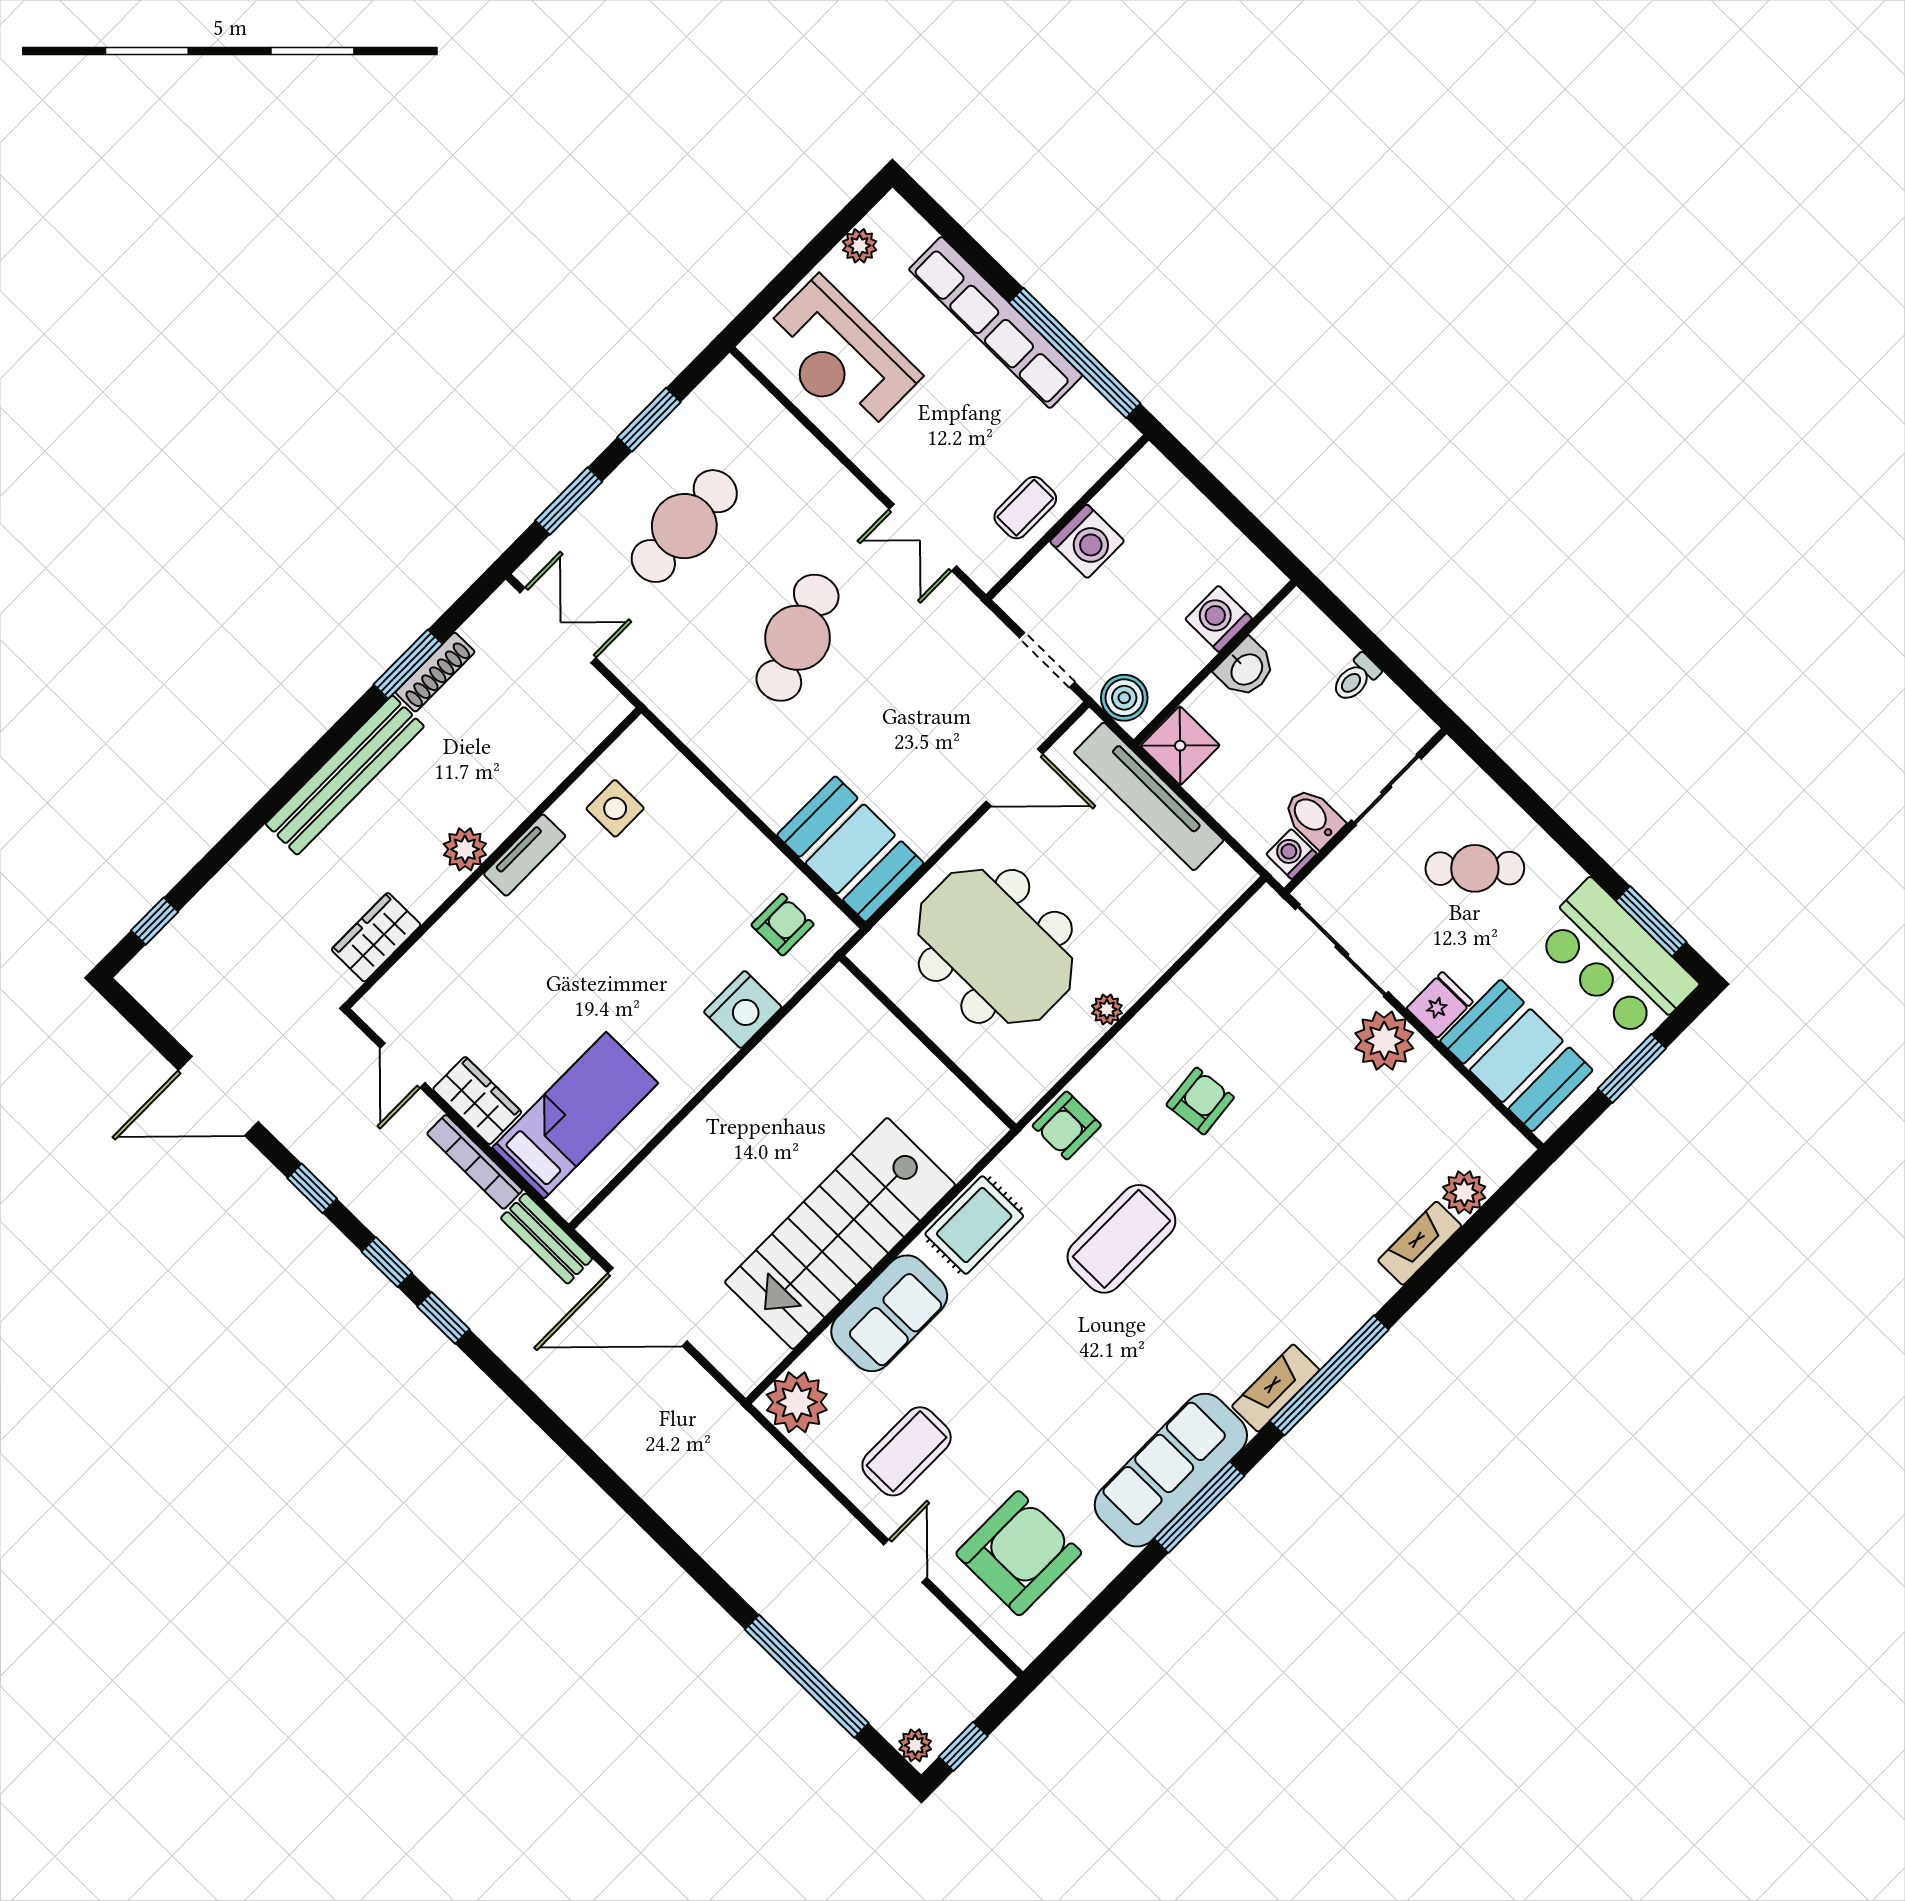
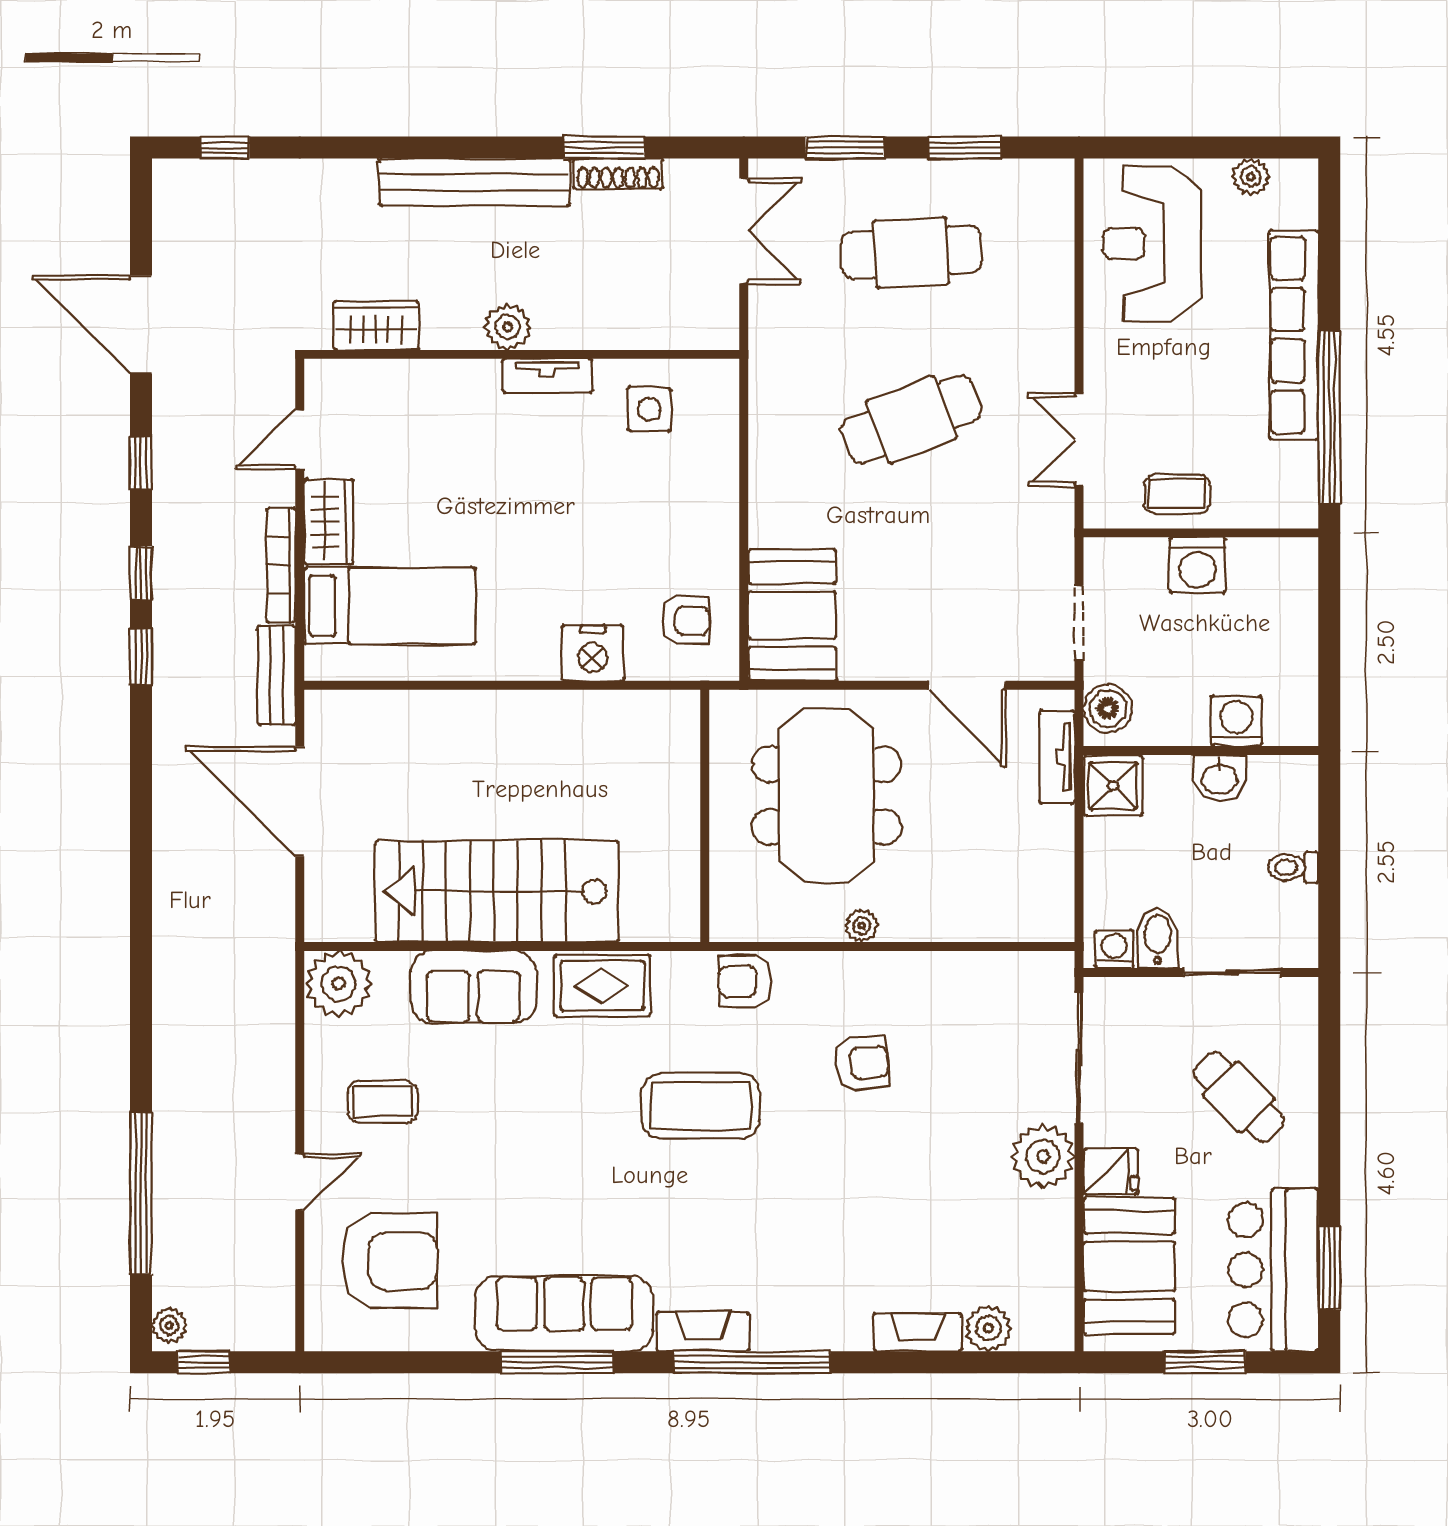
tv unit: (1149, 796) -> (1057, 757), width x0.52, depth x0.78
coffee table: (907, 1451) -> (383, 1102), width x0.73, depth x0.77

